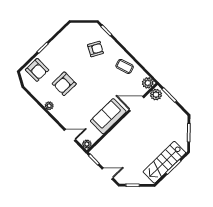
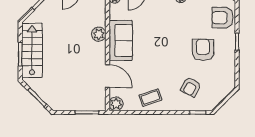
armchair: (64, 84) -> (203, 50), moved
plant: (156, 95) -> (99, 34), moved
door: (136, 104) -> (107, 76), hinge flipped

